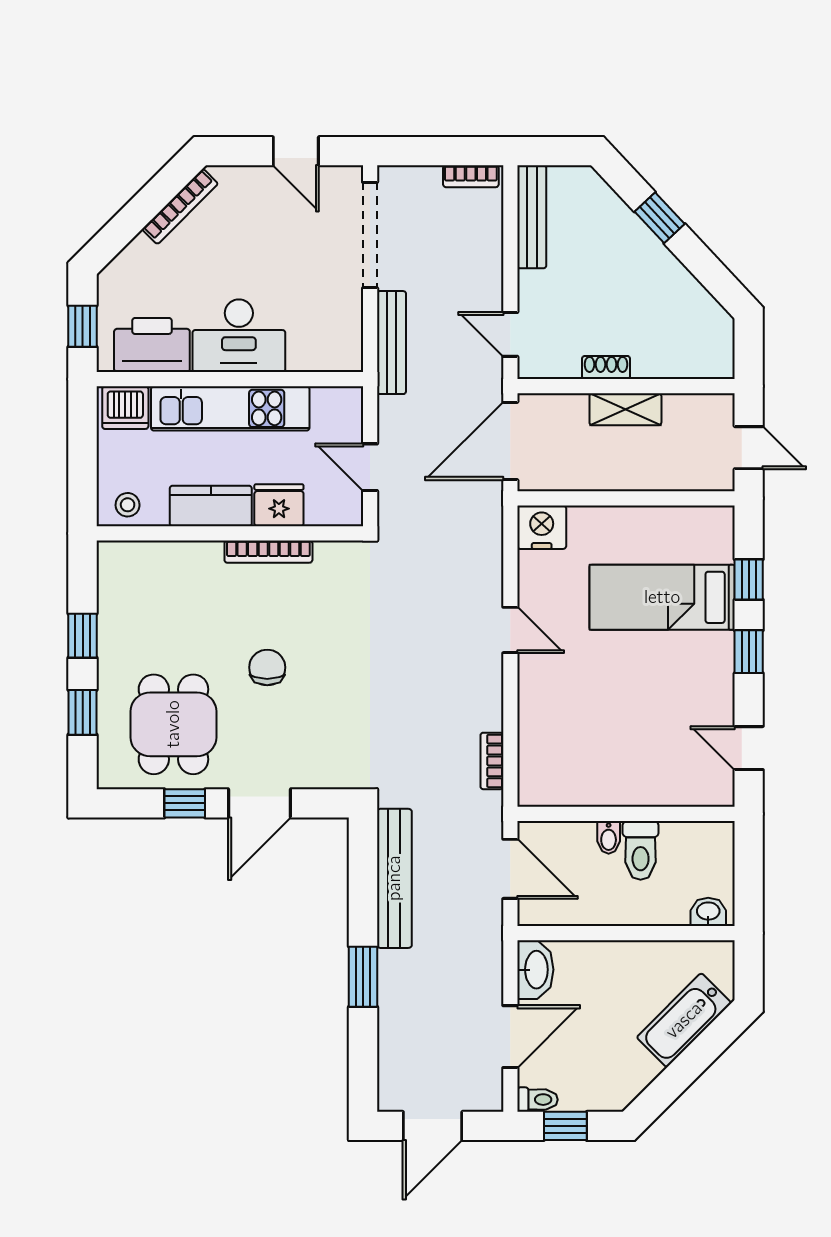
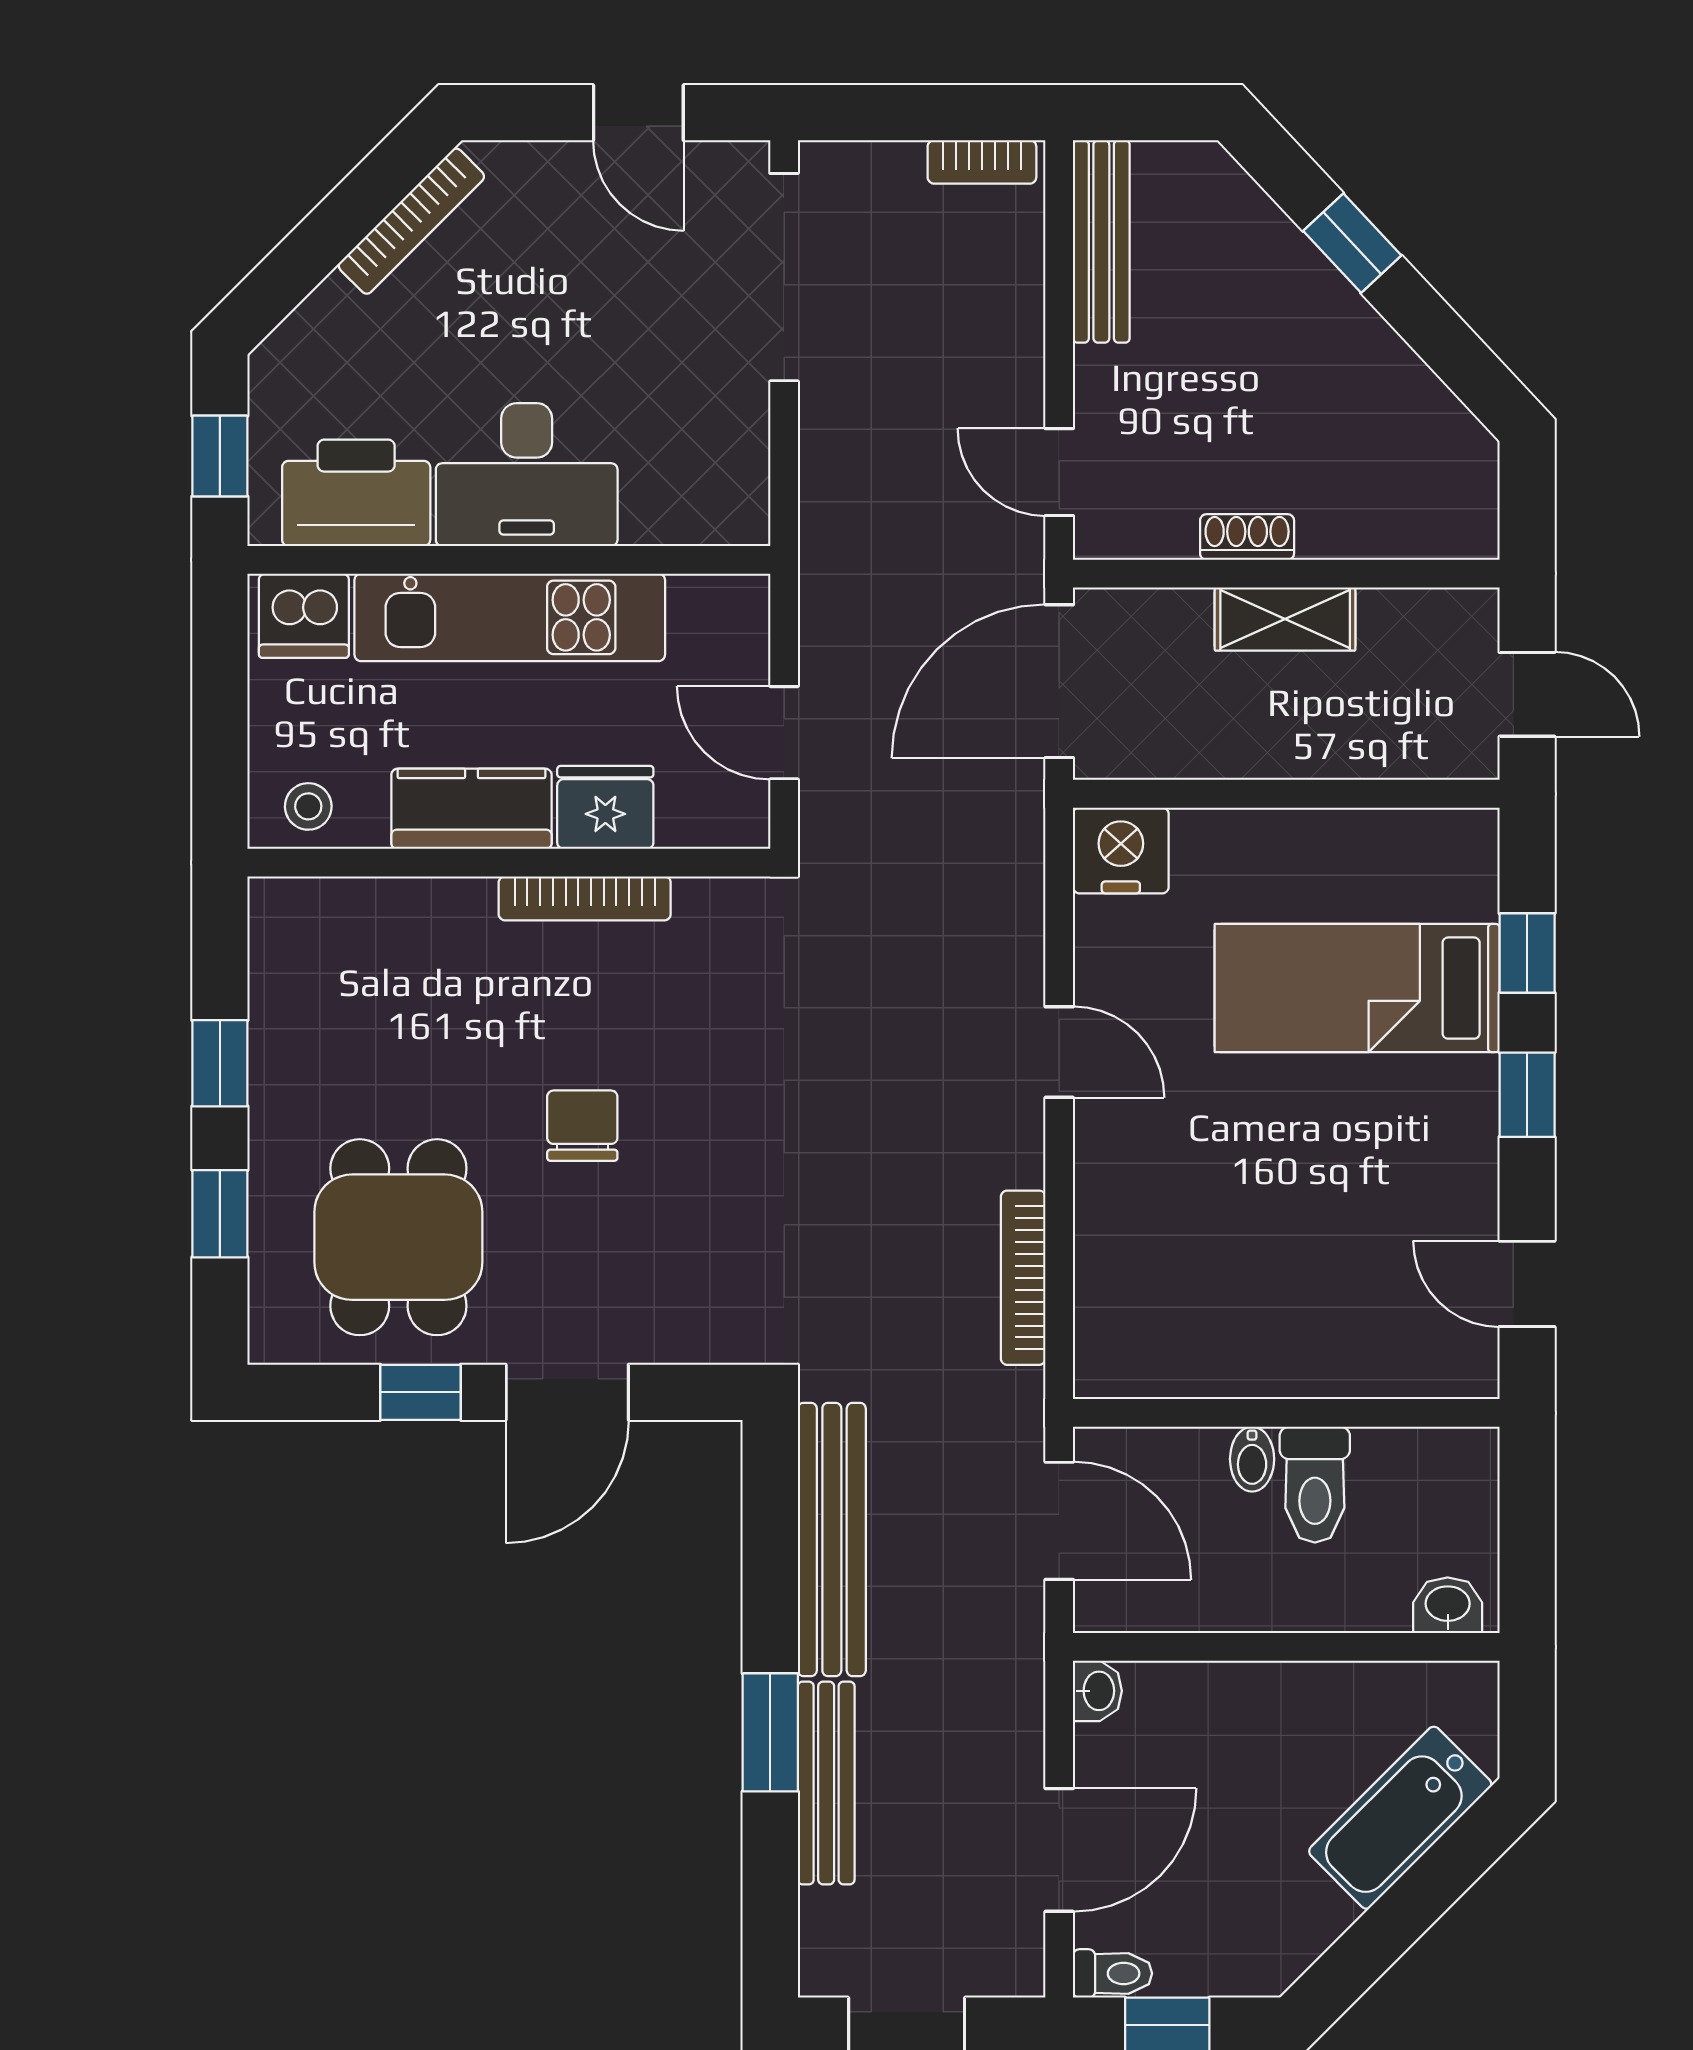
bench: (392, 343) -> (826, 1783), moved
bookcase: (492, 761) -> (1023, 1278), width x1.56
washbasin: (535, 970) -> (1097, 1691), width x0.52, depth x0.69

